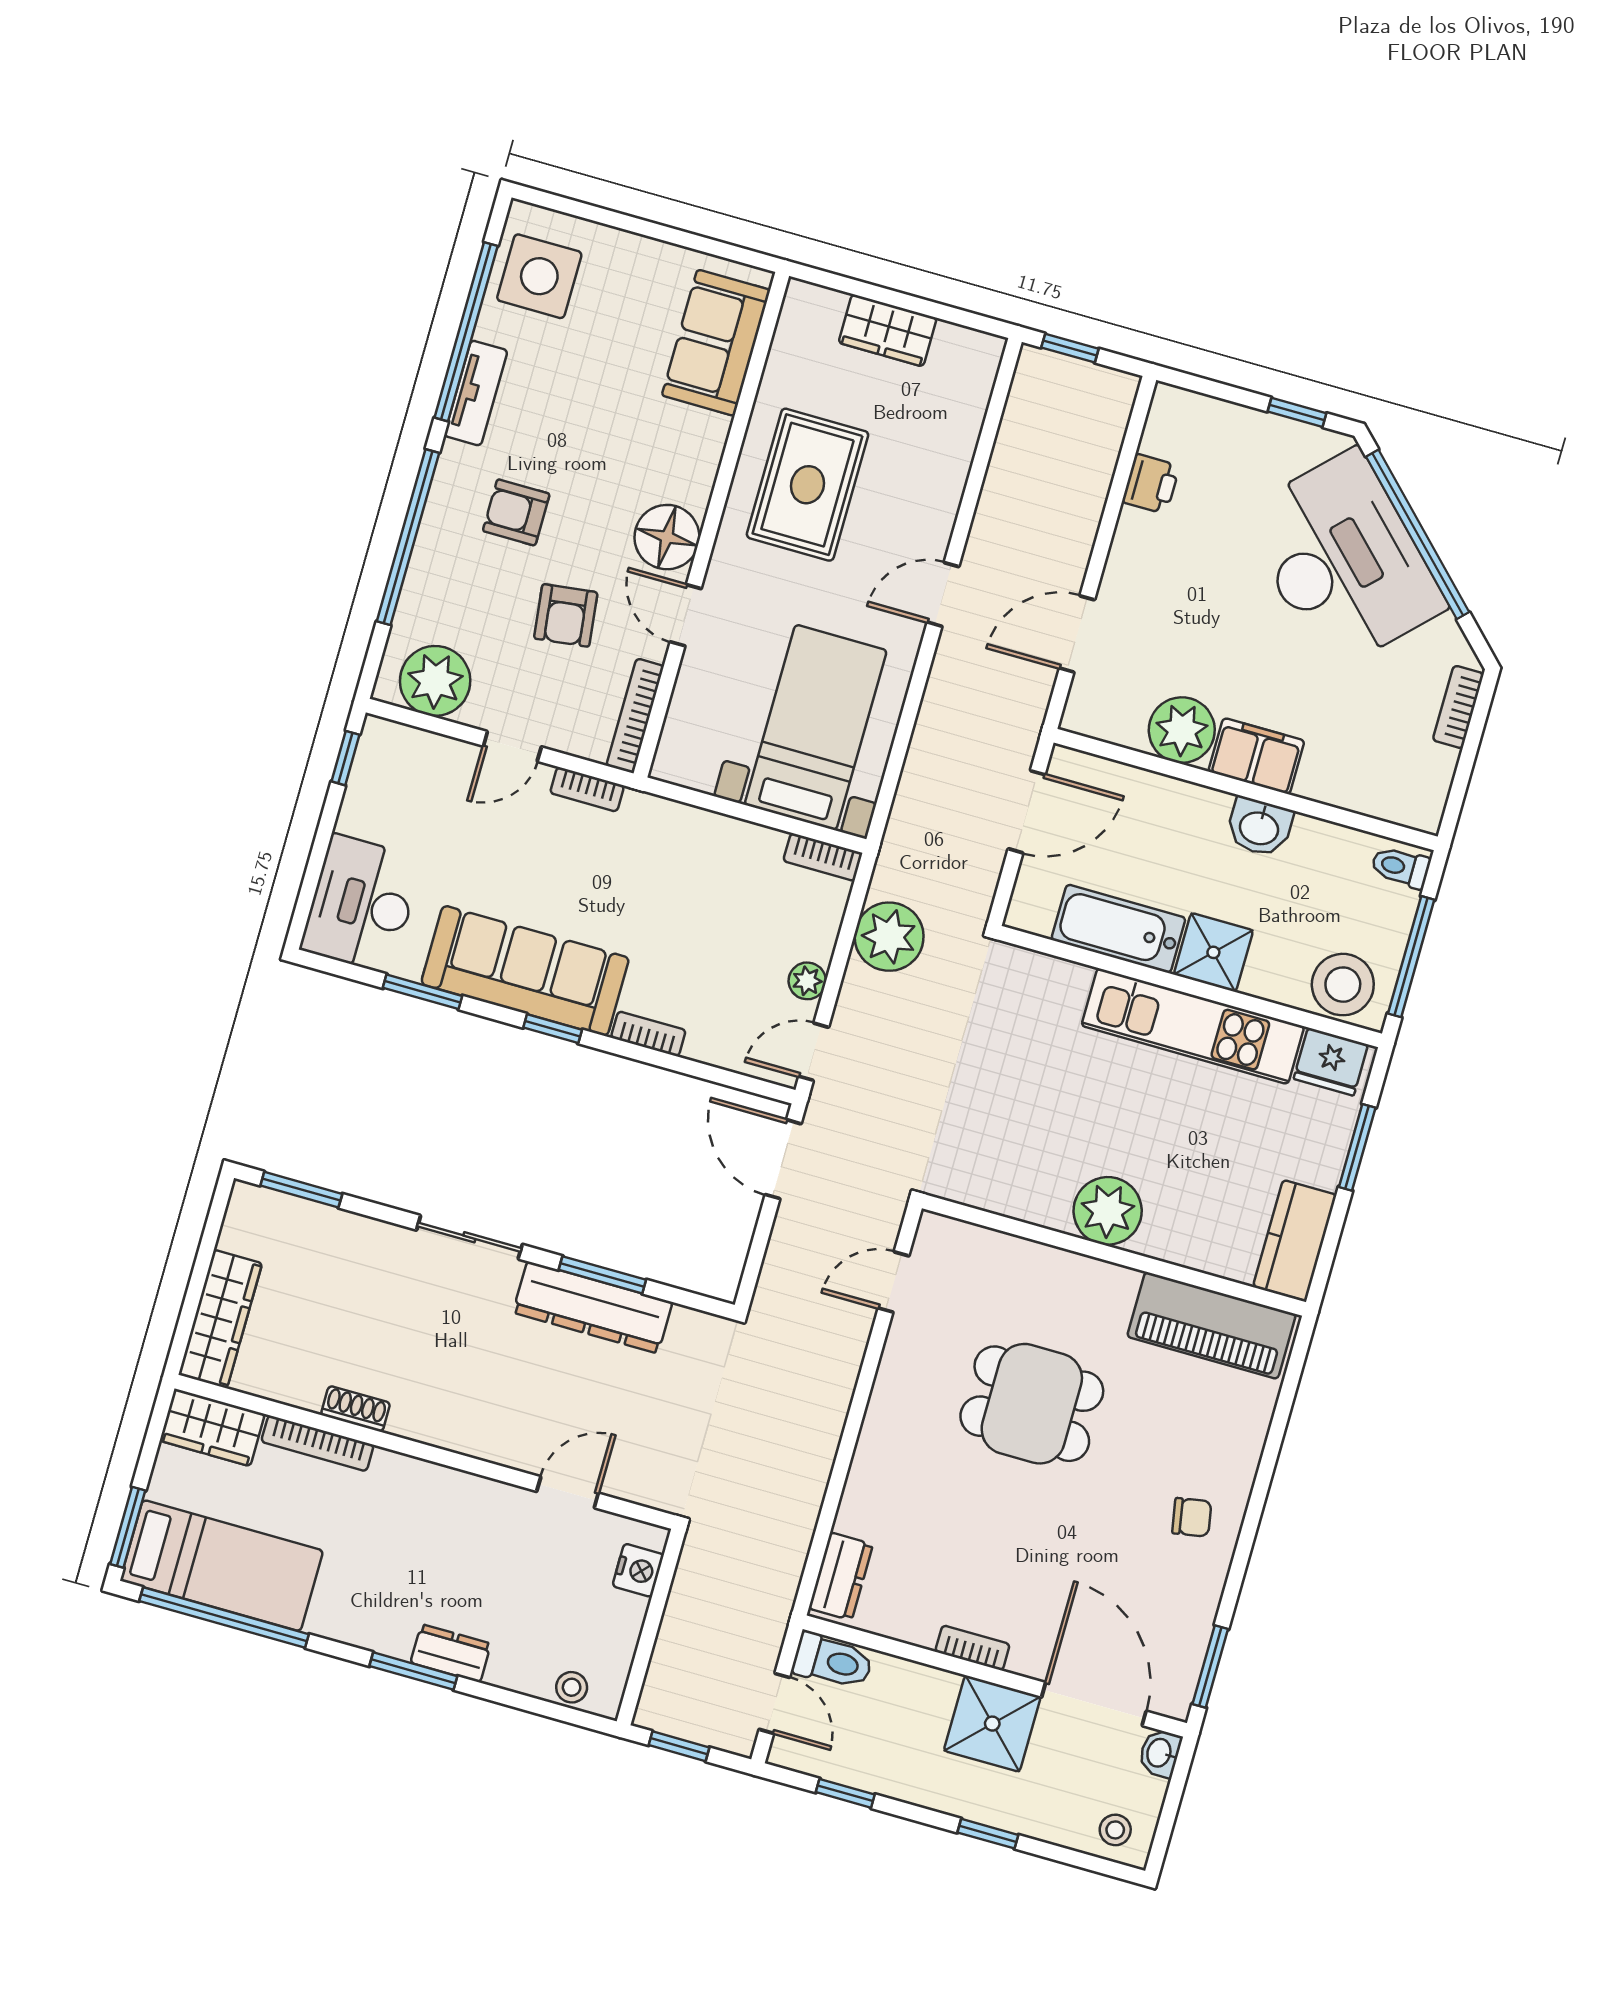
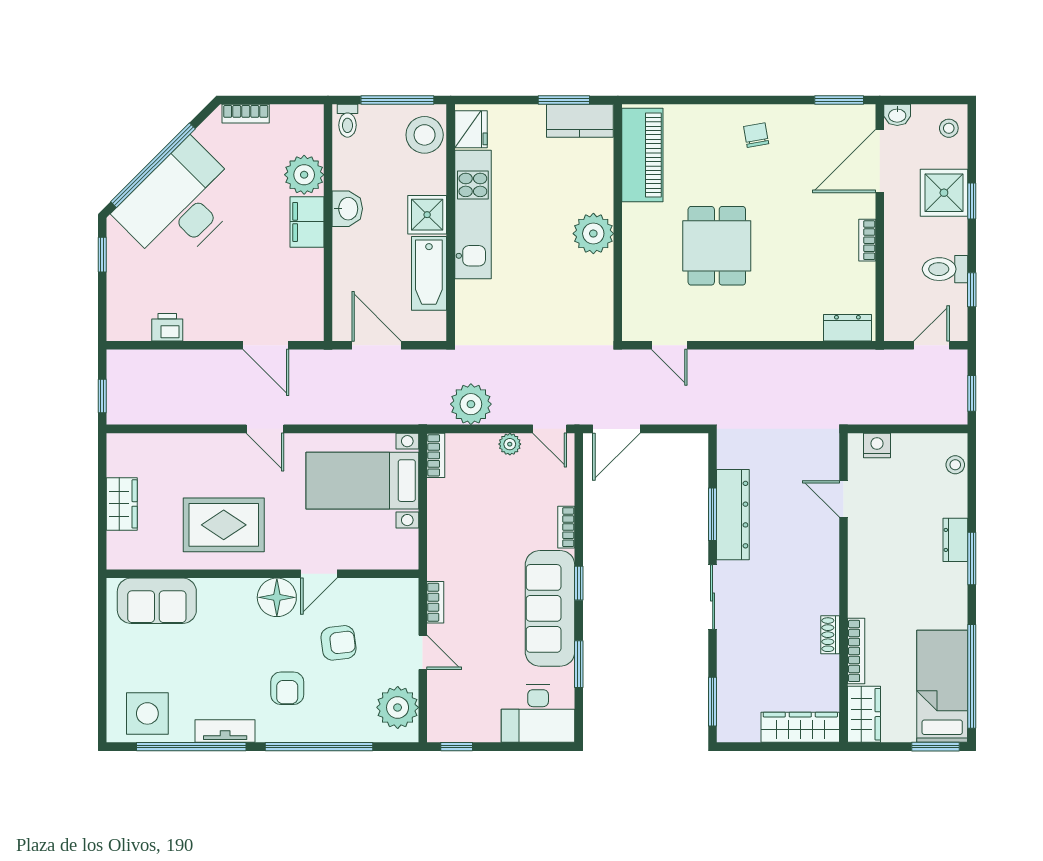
bookcase: (635, 716) -> (385, 587), removed
plant: (1182, 730) -> (304, 175), moved
window: (1357, 1147) -> (564, 100), moved
toilet: (833, 1661) -> (945, 269), moved, turned -90
shower: (992, 1724) -> (944, 193), moved

